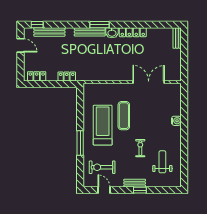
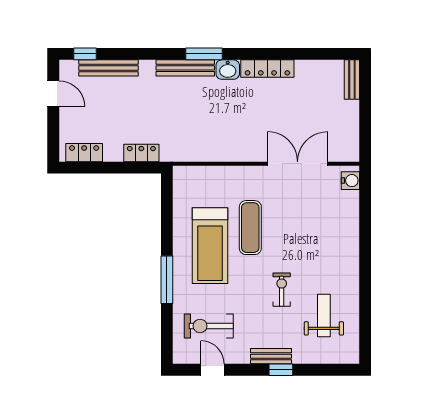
water cooler: (176, 121) -> (350, 181), moved
treadmill: (103, 125) -> (210, 246), turned 180

